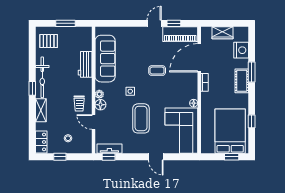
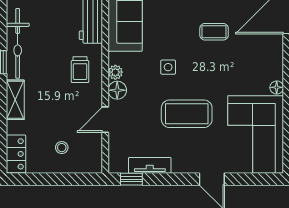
trolley: (79, 104) -> (80, 70), moved
coffee table: (141, 118) -> (187, 114), turned 90
door: (93, 122) -> (105, 120), hinge flipped
tv unit: (109, 149) -> (150, 165), moved
window: (60, 157) -> (48, 179), removed

